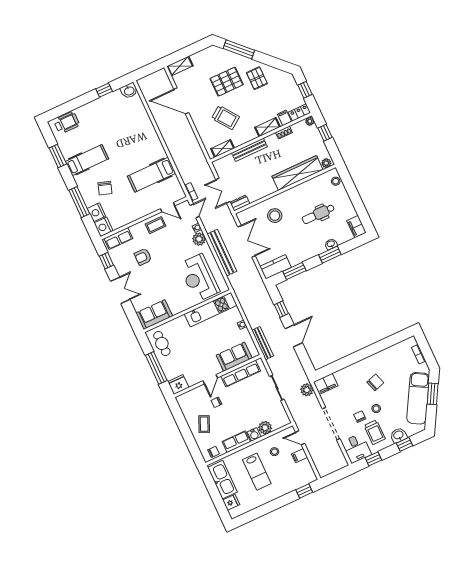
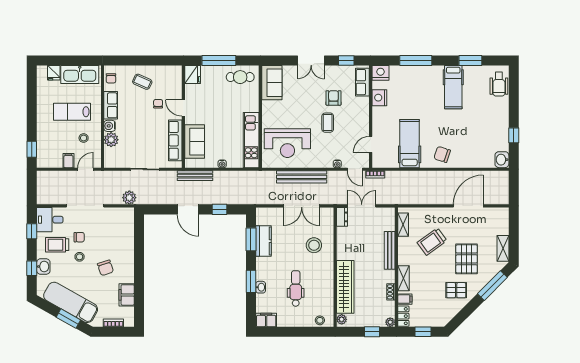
shelving: (180, 66) -> (503, 248), moved
chair: (105, 188) -> (442, 154), moved
nightstand: (96, 212) -> (379, 98), moved, turned -90
coffee table: (156, 225) -> (328, 123), moved
plant: (199, 239) -> (325, 161), removed
kitchen counter: (276, 267) -> (263, 241), moved
reception desk: (199, 278) -> (287, 143), turned 180
filing cabinet: (326, 384) -> (127, 295), moved

